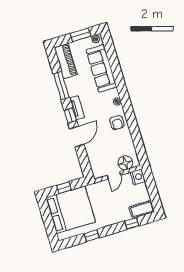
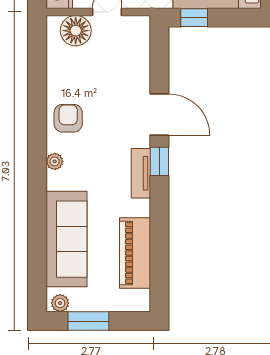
piano: (66, 61) -> (135, 253), moved
window: (61, 86) -> (159, 229), removed
door: (77, 137) -> (159, 114), swing flipped
window: (64, 188) -> (194, 18), moved

